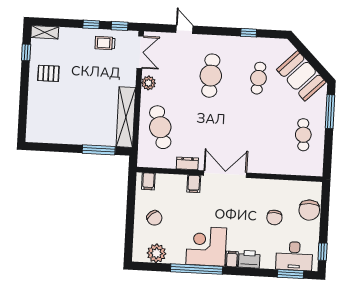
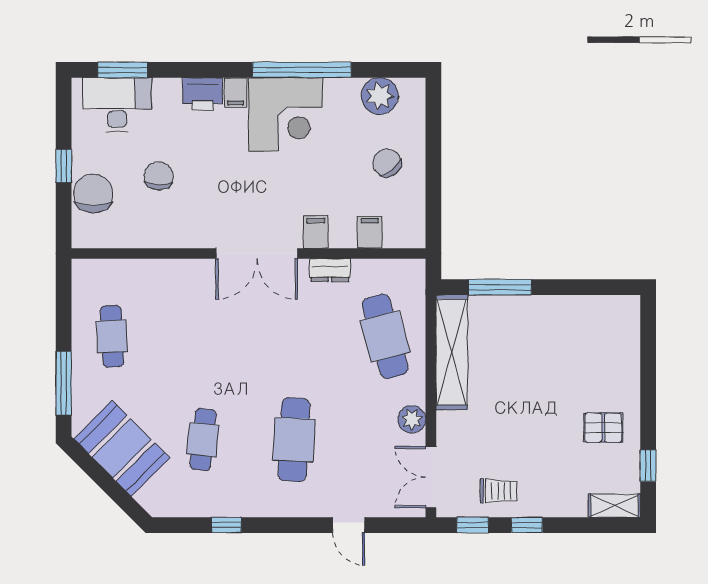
filing cabinet: (148, 181) -> (370, 232), moved
window: (323, 252) -> (64, 166), moved

